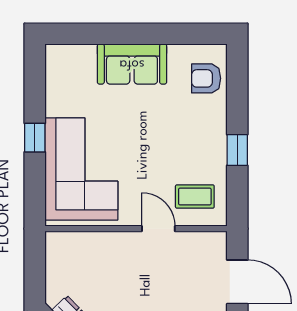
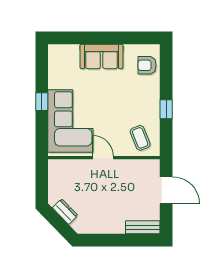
coffee table: (195, 197) -> (140, 138), turned 68
door: (158, 229) -> (103, 158), moved

